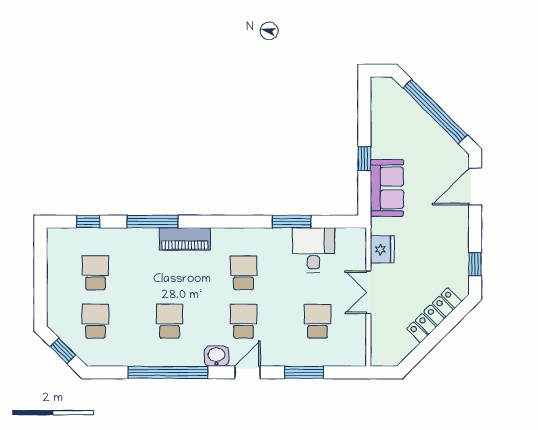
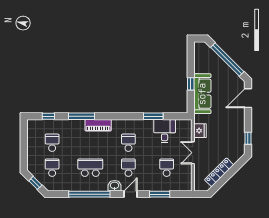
sofa: (387, 188) -> (202, 94), width x1.36
locker: (434, 315) -> (219, 172), moved
school desk: (169, 321) -> (90, 168), width x1.85

